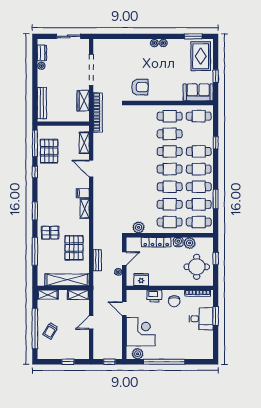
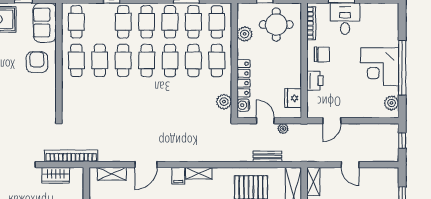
armchair: (140, 87) -> (37, 62), moved
water cooler: (178, 242) -> (243, 105), moved
corner desk: (141, 332) -> (380, 67), moved, turned -90

